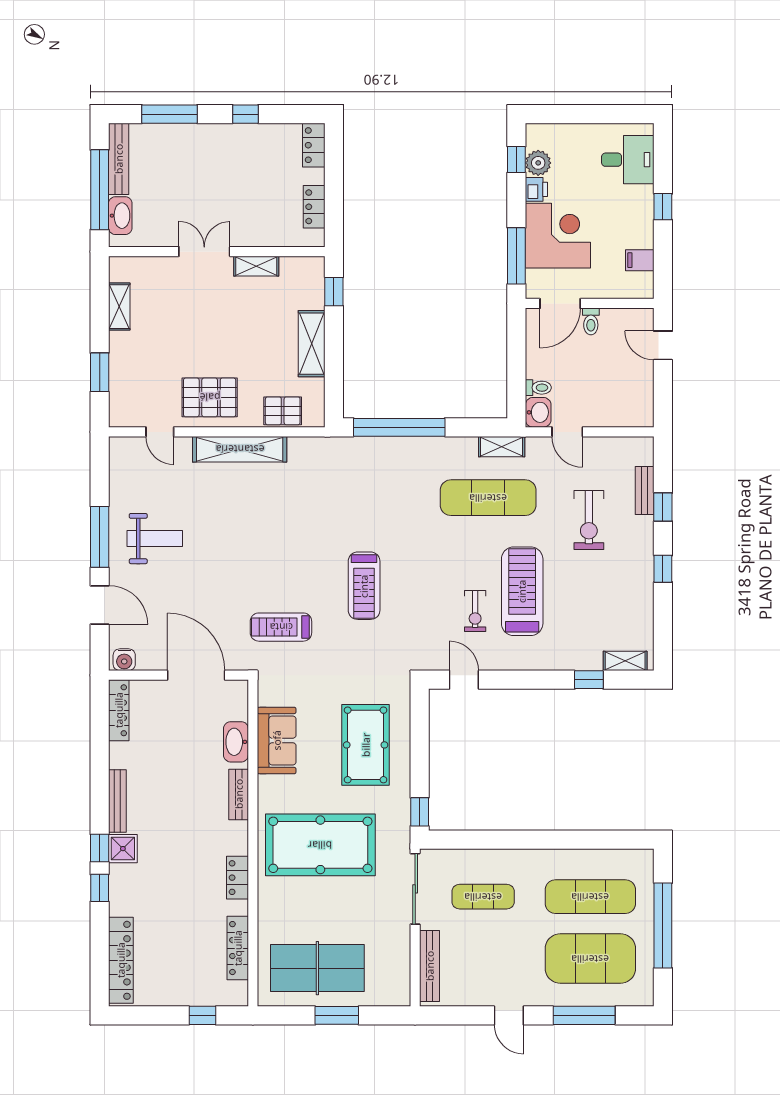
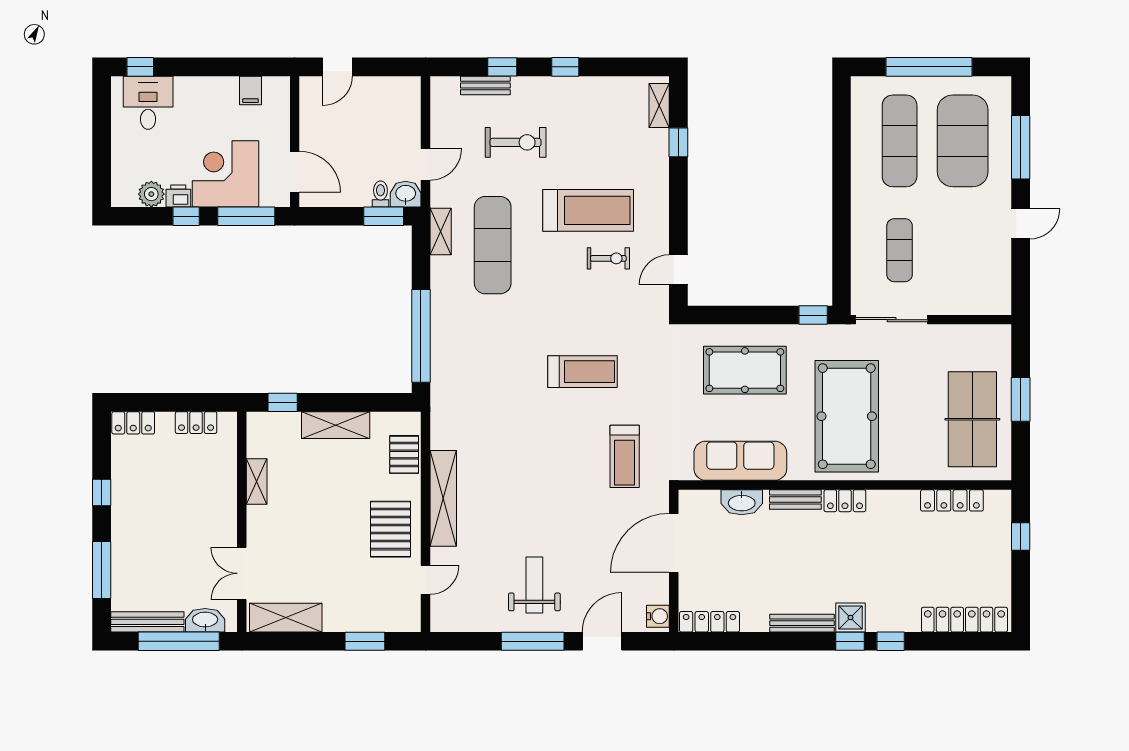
window: (516, 160) -> (186, 216), moved
window: (663, 207) -> (140, 67), moved
double door: (204, 252) -> (242, 573), moved
shelving: (119, 307) -> (286, 618), width x1.50, depth x1.33
toilet: (591, 321) -> (313, 140), removed
window: (516, 391) -> (384, 216), added
treadmill: (522, 591) -> (588, 210), turned 180
sofa: (277, 740) -> (740, 461), width x1.36
locker: (237, 878) -> (845, 501), moved
bench: (430, 966) -> (970, 305), removed

